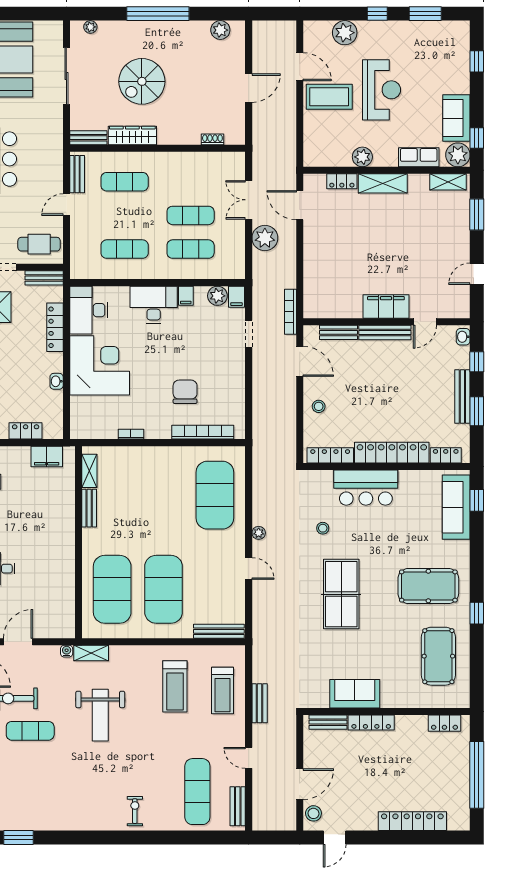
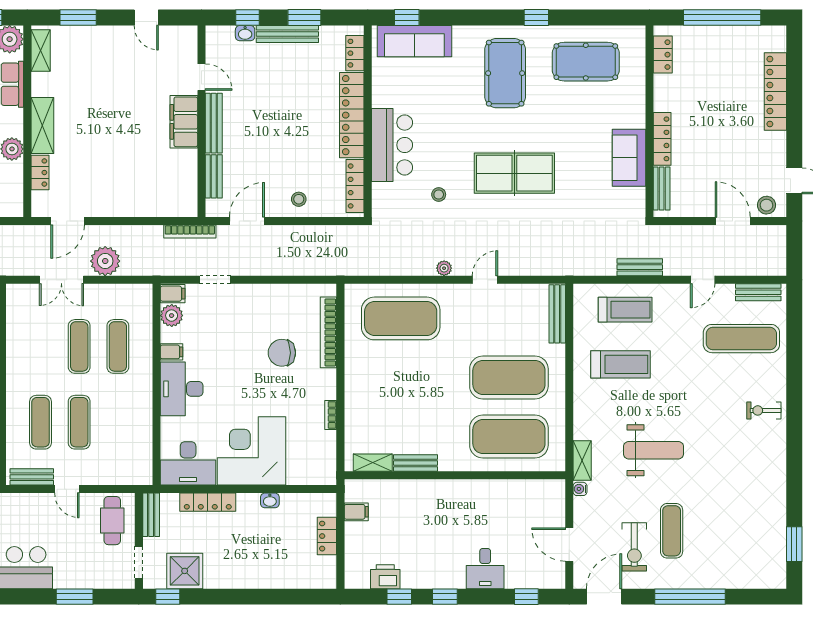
exercise mat: (125, 249) -> (79, 422), moved
washbasin: (463, 337) -> (245, 33), moved
filing cabinet: (47, 456) -> (356, 512), width x0.50

